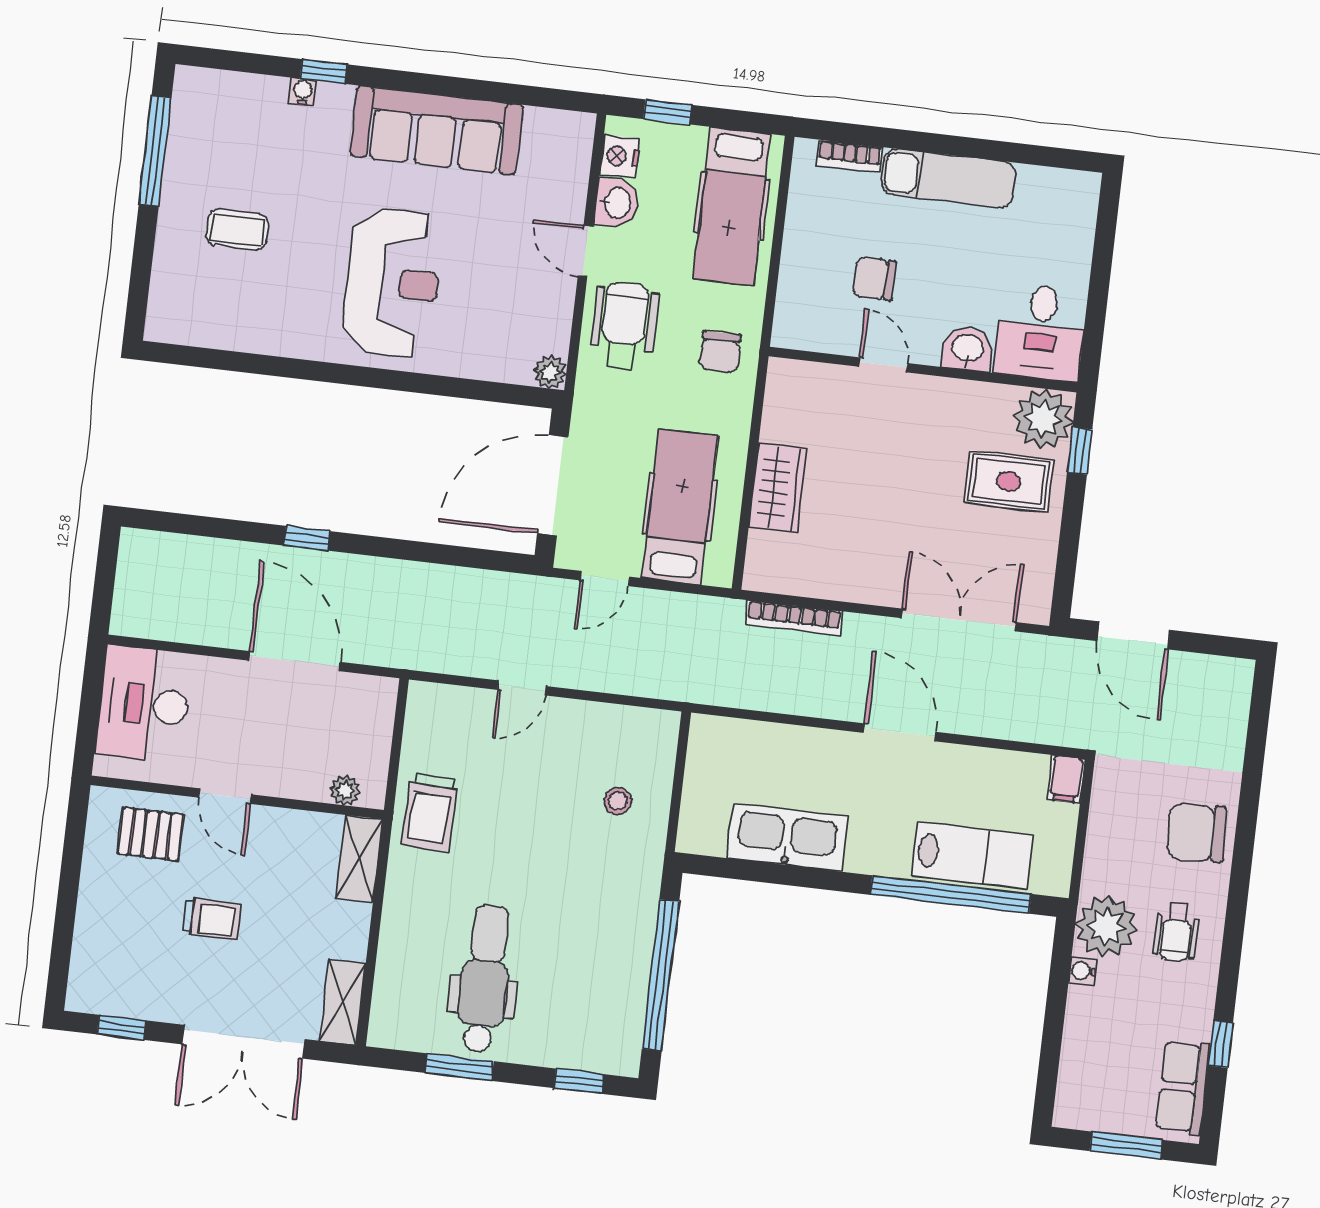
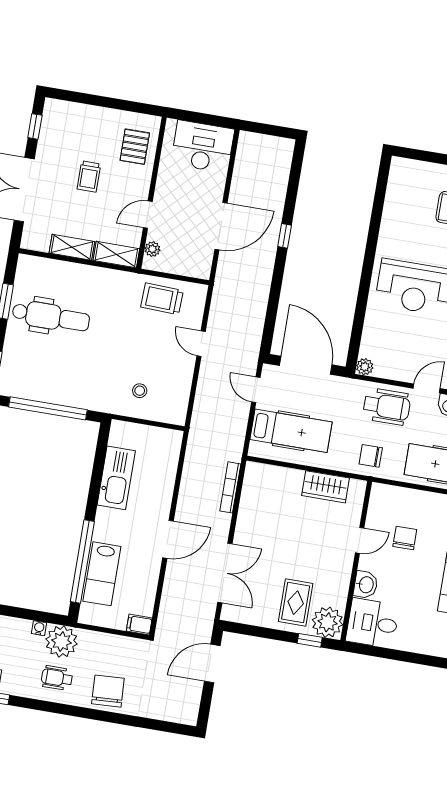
wardrobe: (778, 487) -> (326, 487), moved
door: (225, 796) -> (148, 215), moved
trolley: (430, 812) -> (162, 299), moved
shelving: (343, 1002) -> (72, 247), moved

